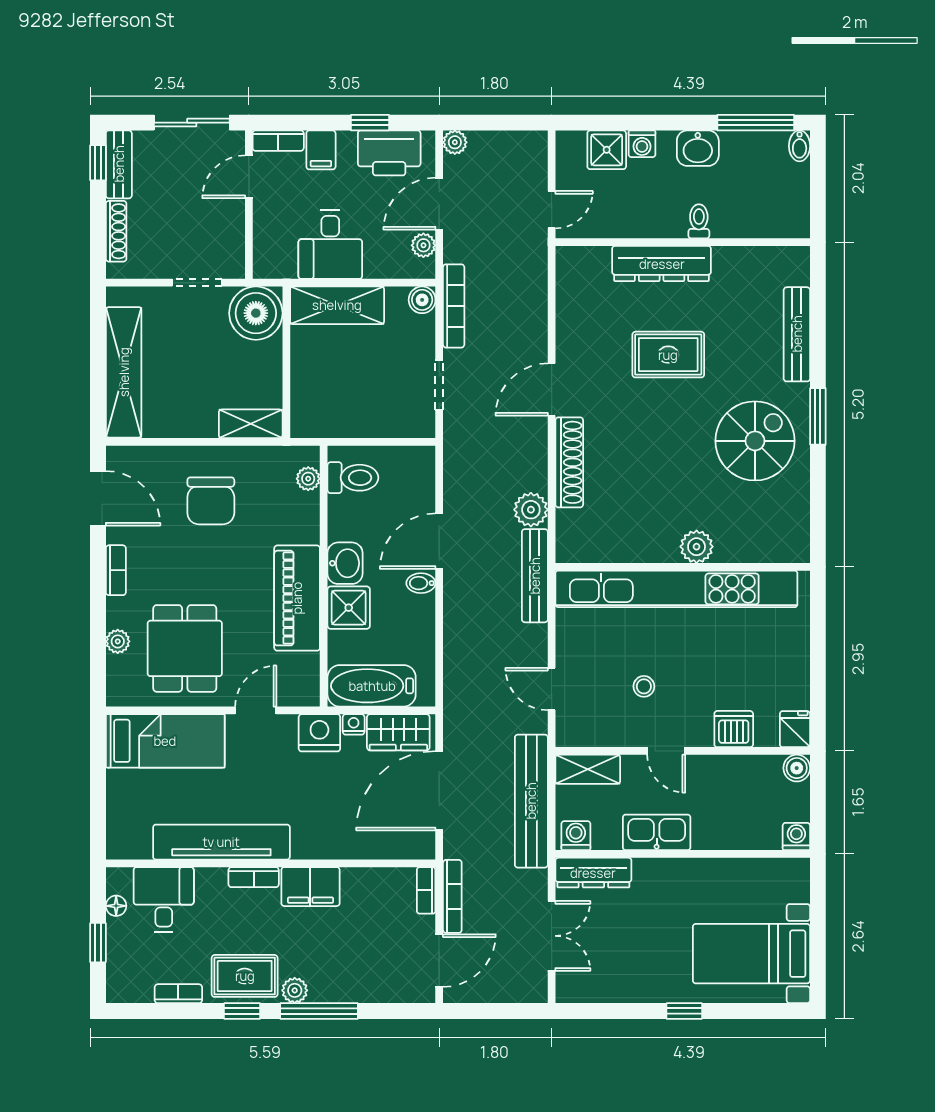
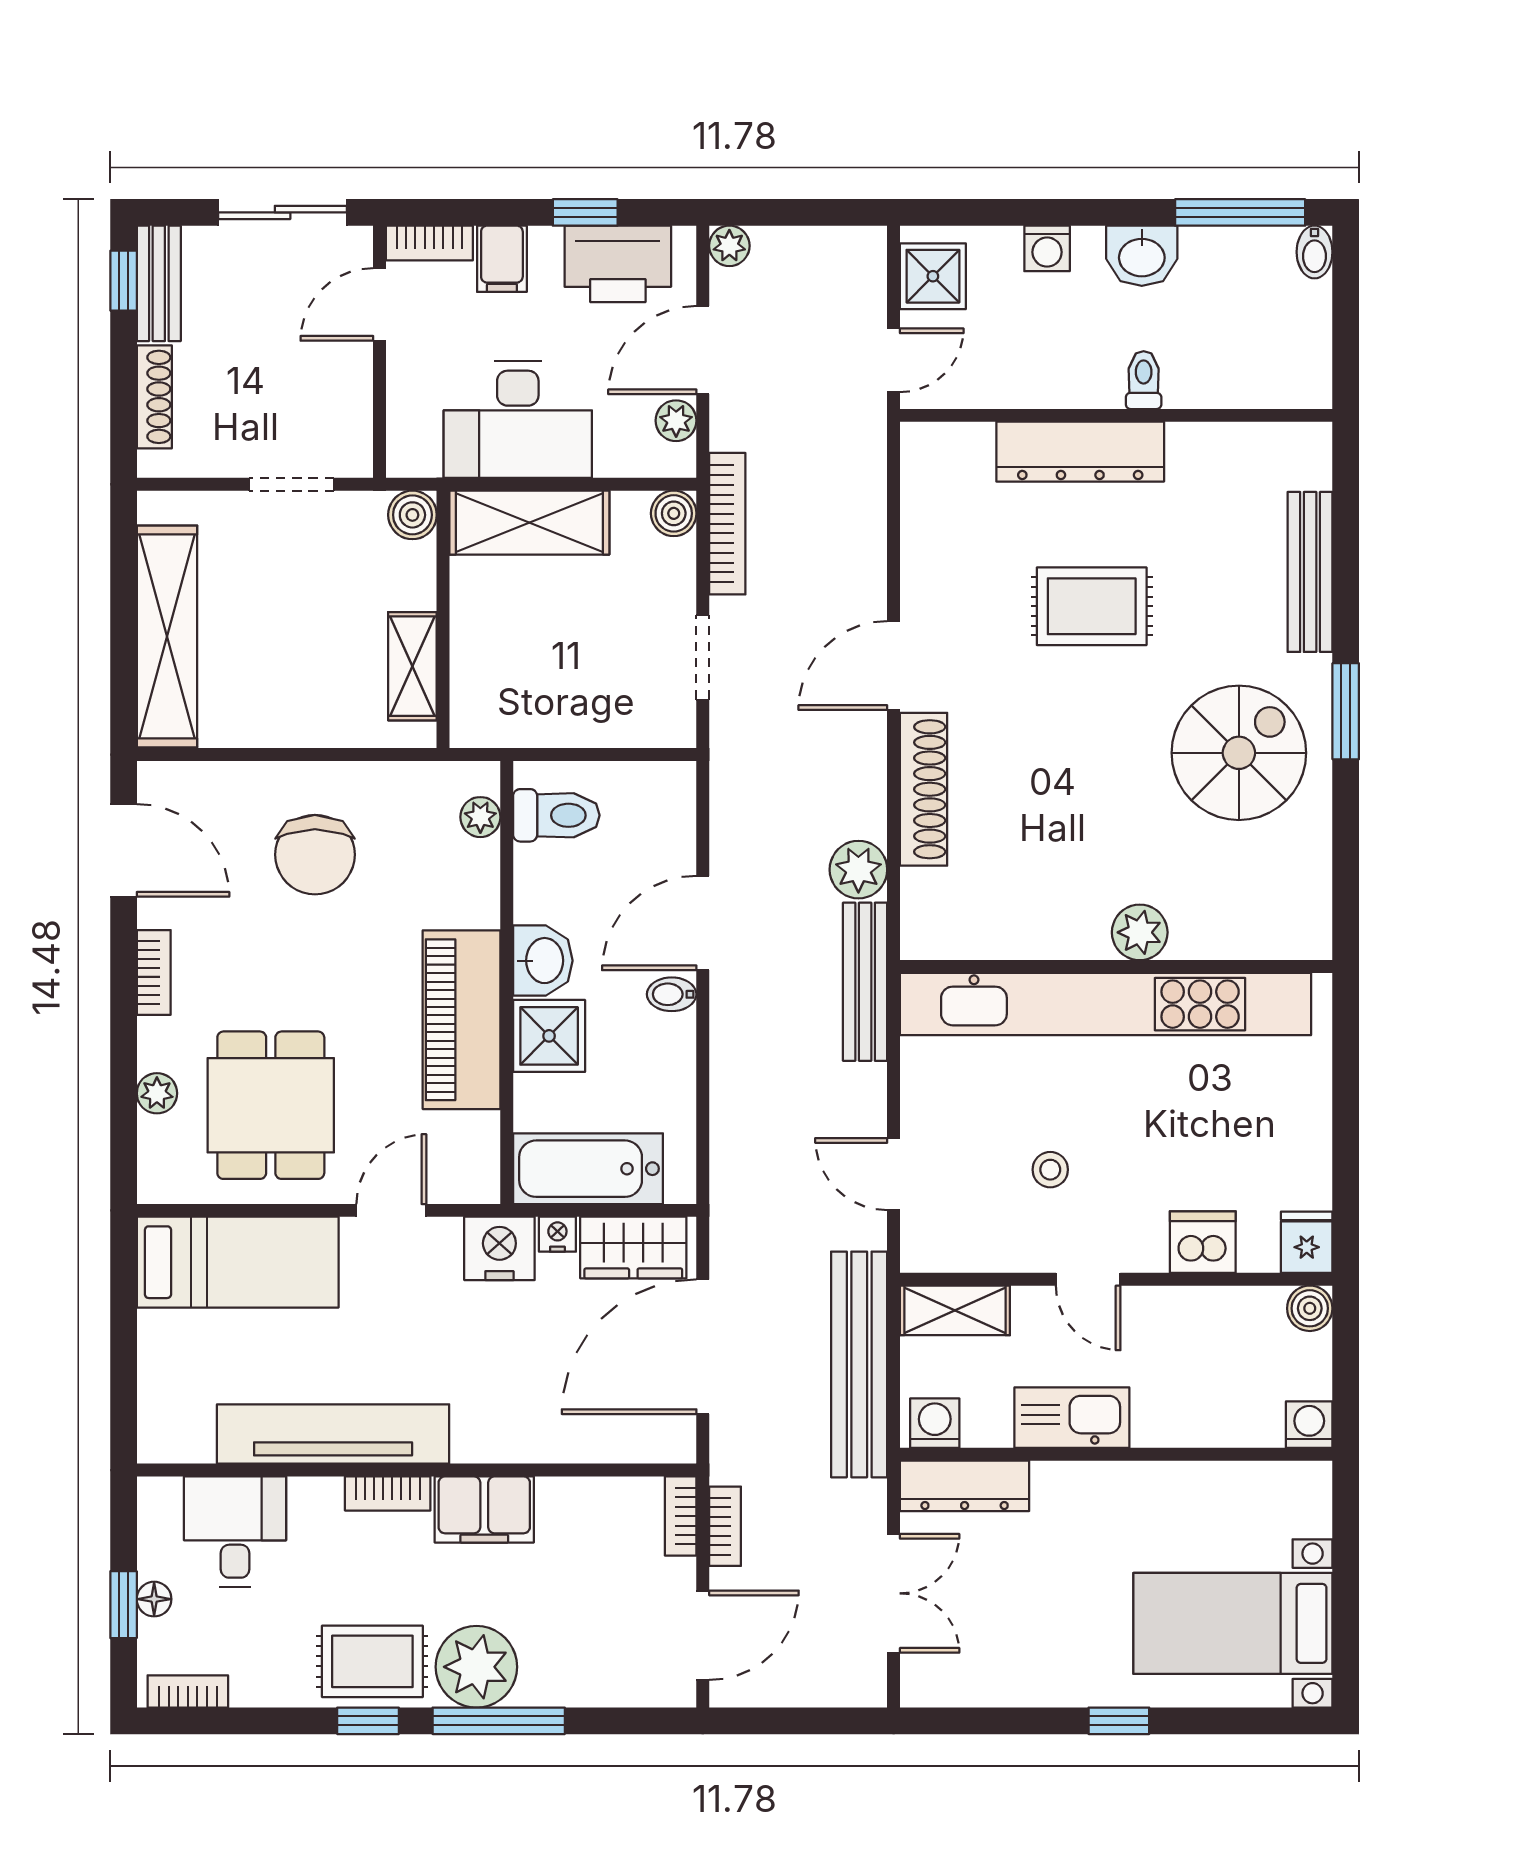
shower: (607, 150) -> (933, 276), moved
desk: (330, 245) -> (518, 420), width x1.37
boiler: (256, 313) -> (412, 515), width x0.54, depth x0.54
shelving: (251, 424) -> (412, 666), moved, turned 90
bookcase: (452, 896) -> (725, 1526), width x0.64
floor lamp: (116, 906) -> (154, 1599), moved
plant: (295, 990) -> (476, 1667), width x1.87, depth x1.87
bookcase: (178, 994) -> (188, 1691), moved

